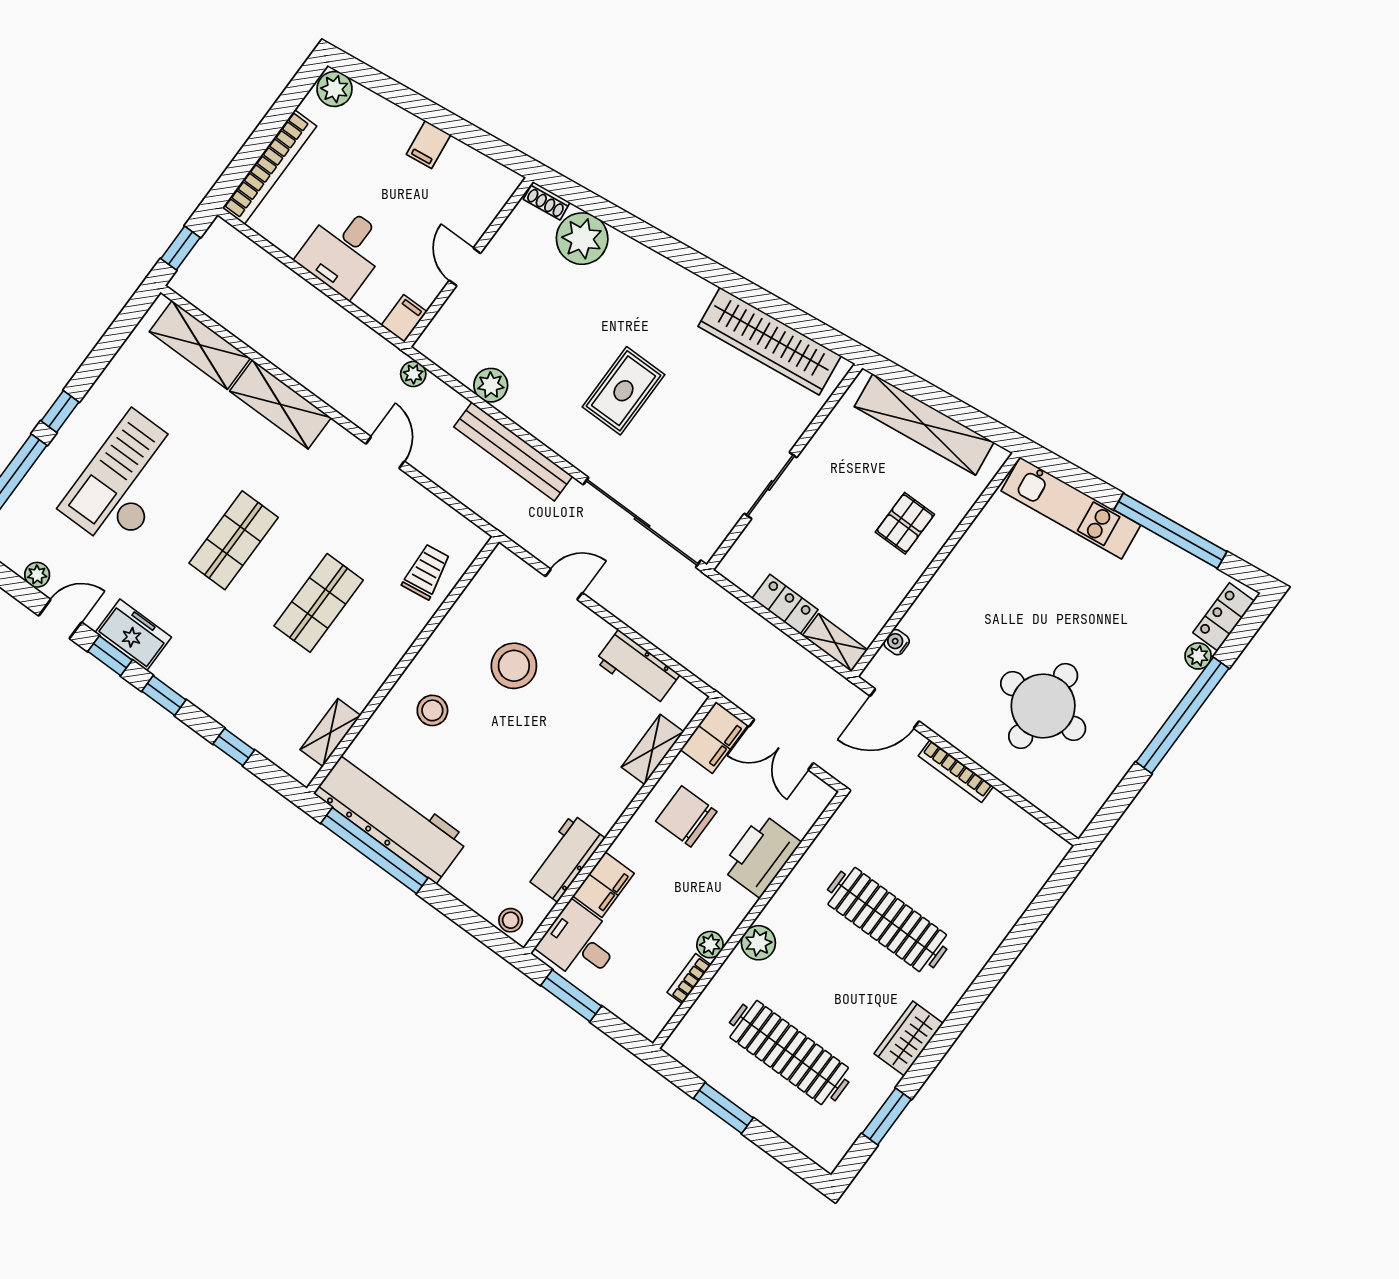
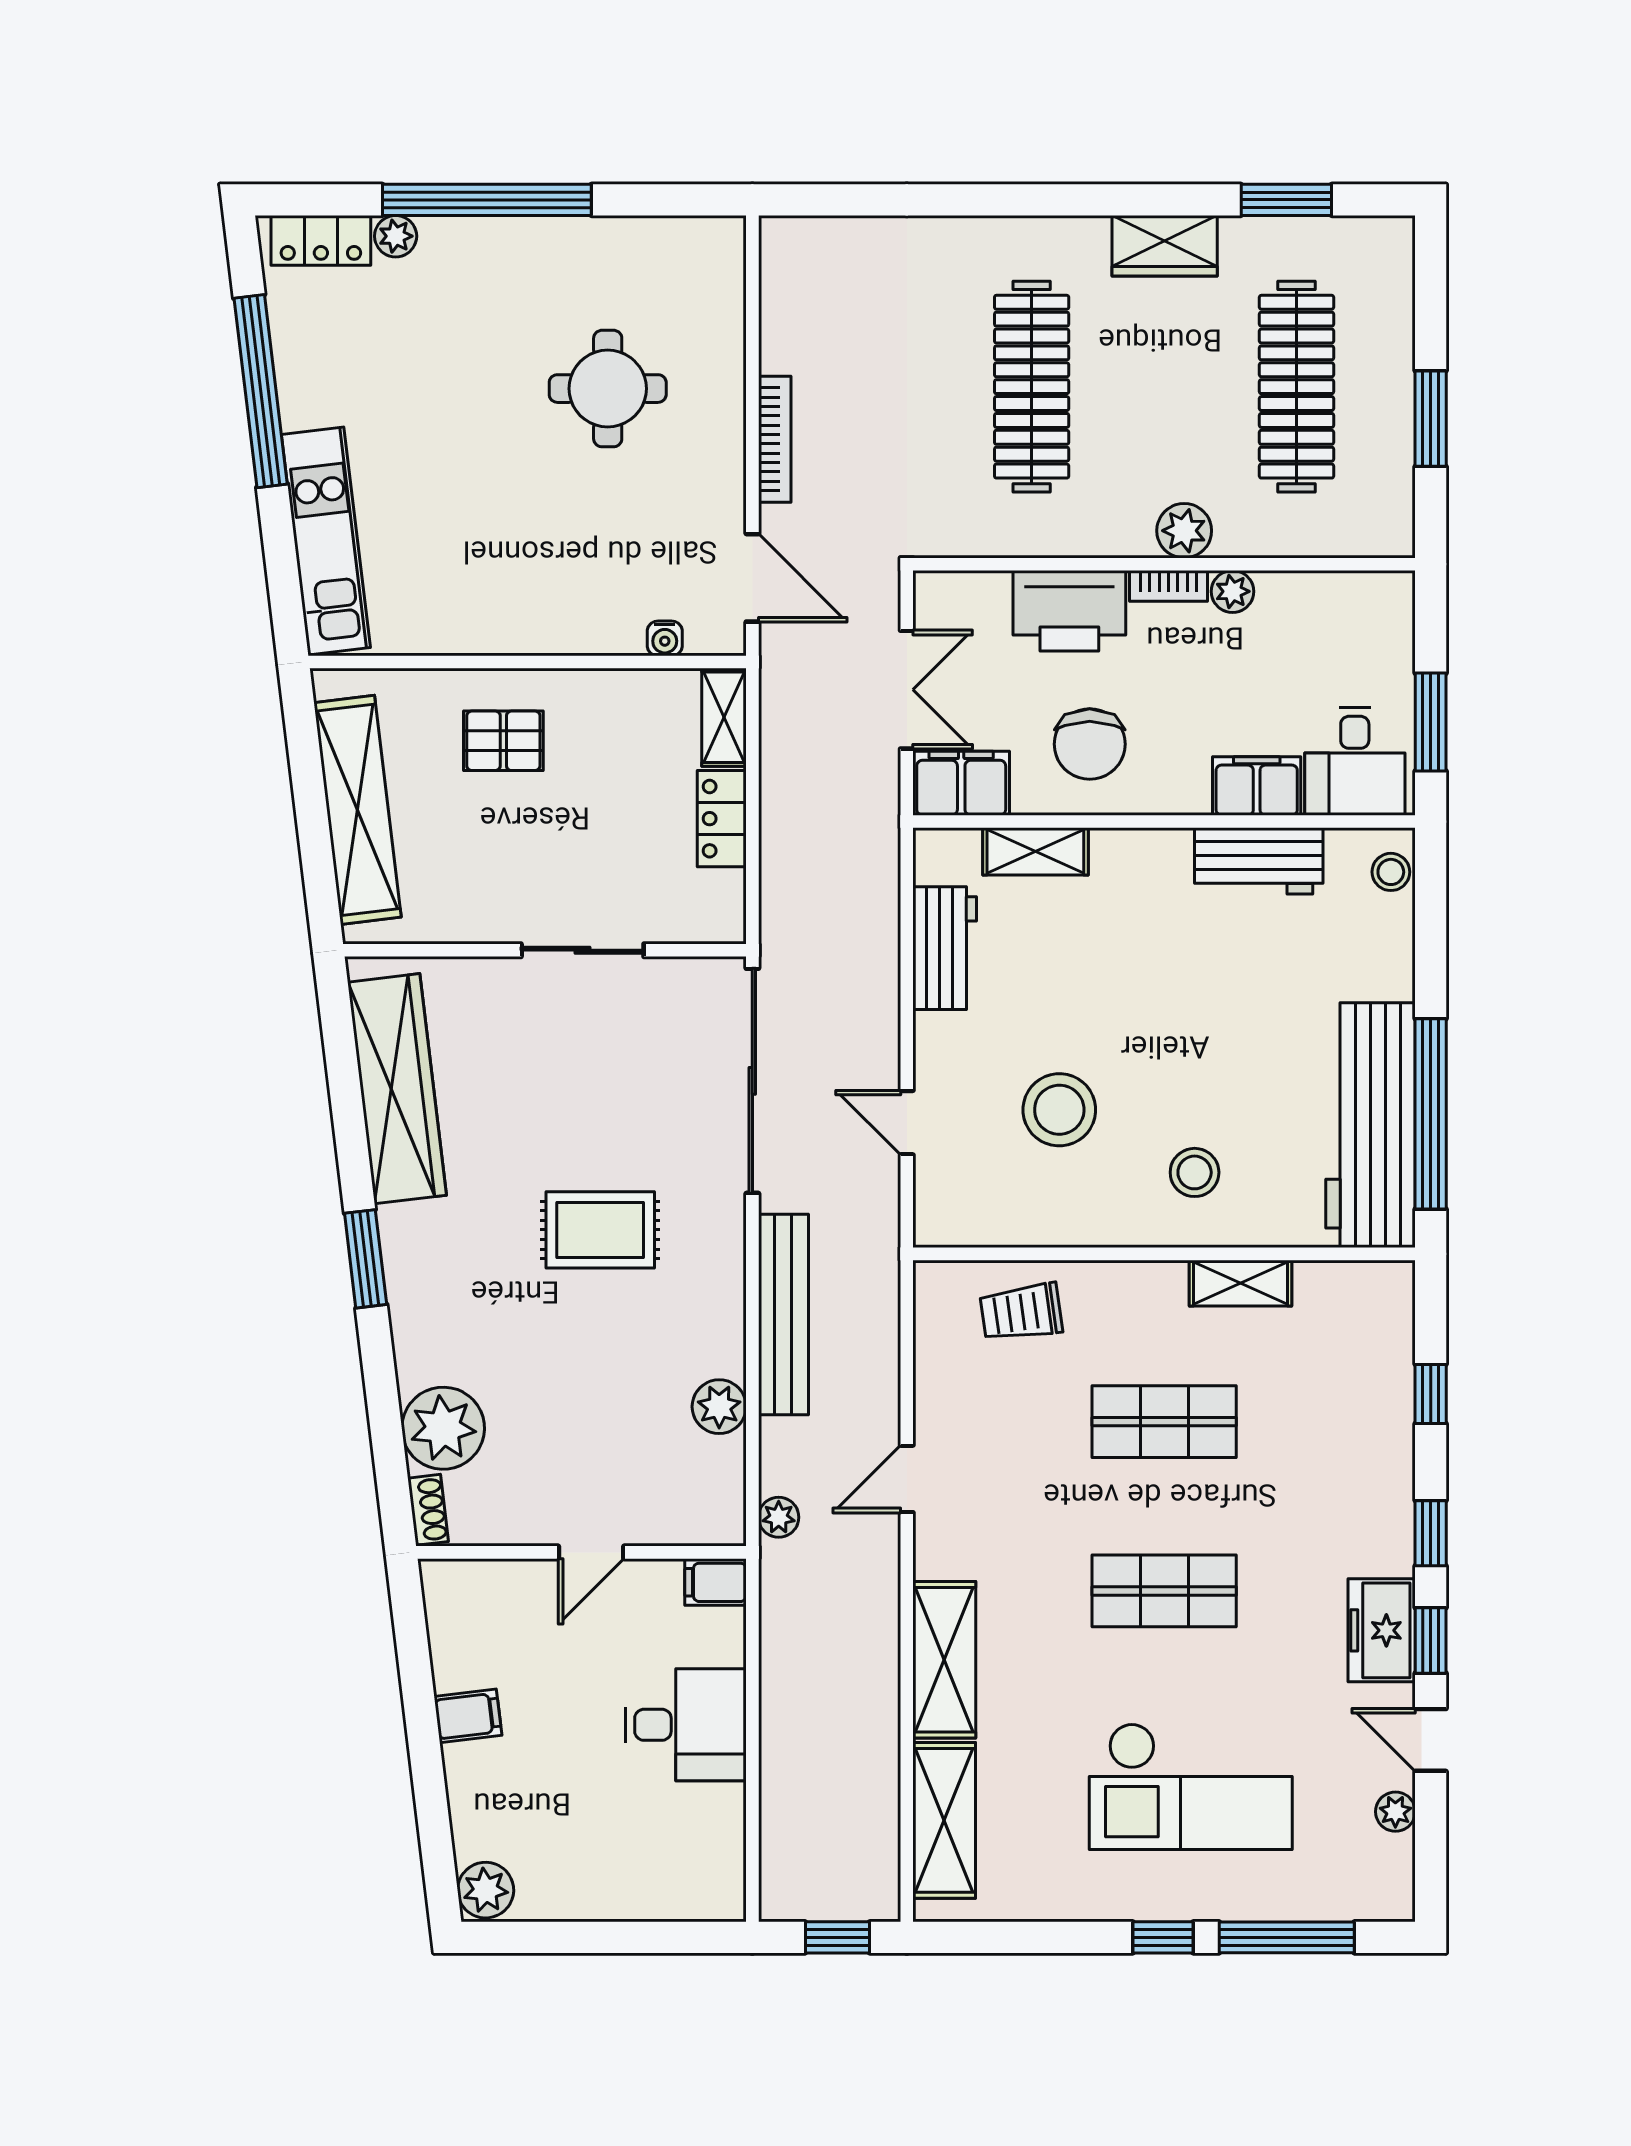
bookcase: (269, 167) -> (648, 1900), removed
window: (696, 262) -> (366, 1259), added
round table: (1043, 706) -> (608, 389), width x0.73, depth x0.73
shelving: (330, 733) -> (1241, 1283), moved
bookcase: (689, 979) -> (1168, 586), moved

